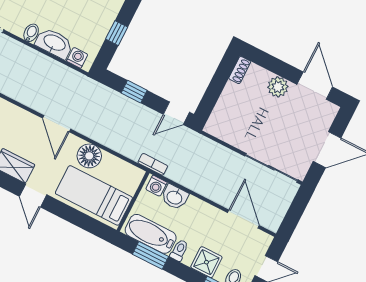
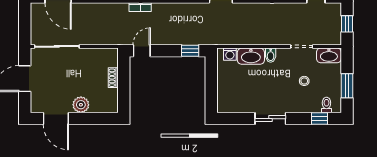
window: (117, 33) -> (211, 85), removed
shoe rack: (240, 70) -> (113, 78), moved
window: (134, 92) -> (190, 51), moved

